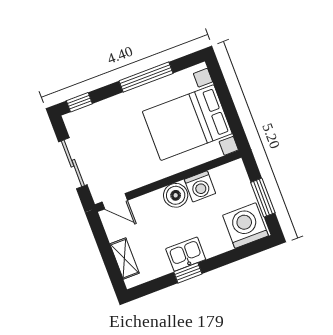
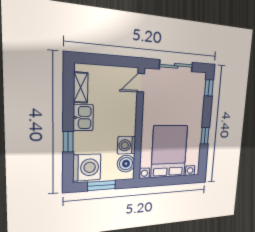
window: (146, 77) -> (205, 136), width x0.46
boiler: (176, 195) -> (126, 164), moved
shelving: (124, 259) -> (81, 88), moved, turned 90
window: (188, 273) -> (68, 142), moved

